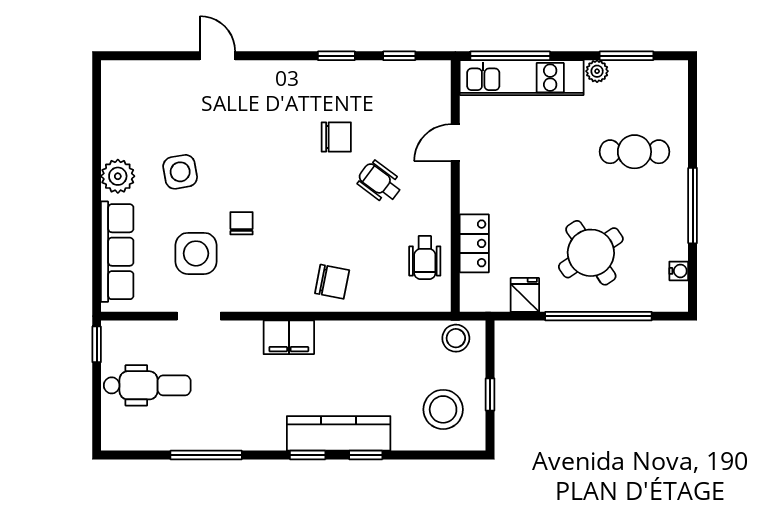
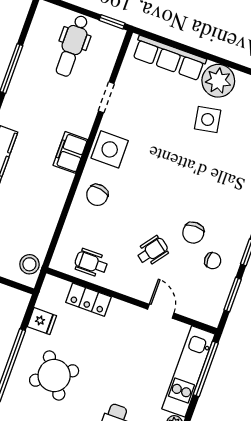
window: (399, 56) -> (233, 295), width x1.50
plant: (118, 176) -> (218, 81), width x1.36, depth x1.36
chair: (241, 223) -> (213, 261), moved
side table: (196, 253) -> (110, 149), moved

